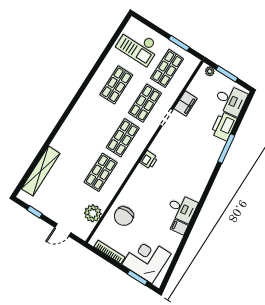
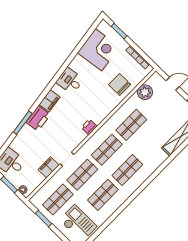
shop shelf: (94, 119) -> (127, 170), added
printer: (224, 126) -> (38, 118), moved
chair: (124, 216) -> (120, 84), turned -90
filing cabinet: (179, 227) -> (50, 101), moved, width x2.00
corner desk: (146, 259) -> (98, 50), moved, turned -98

